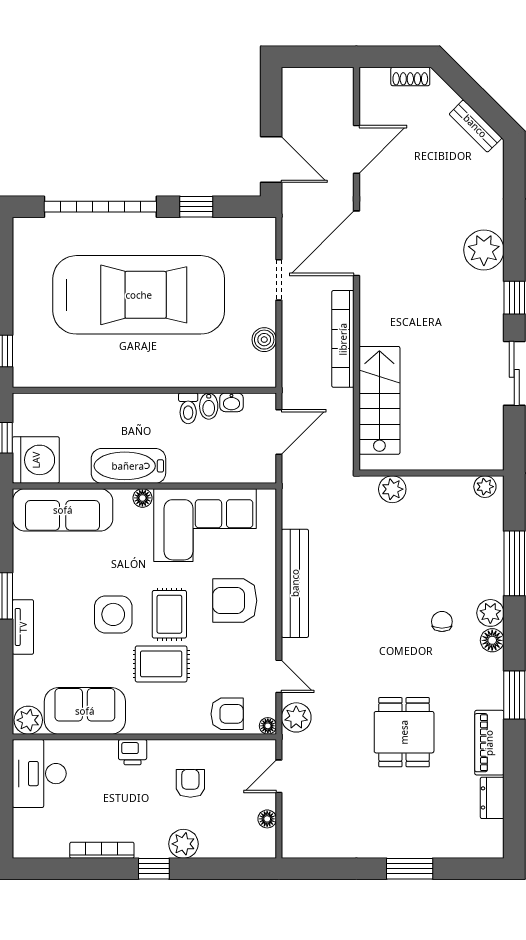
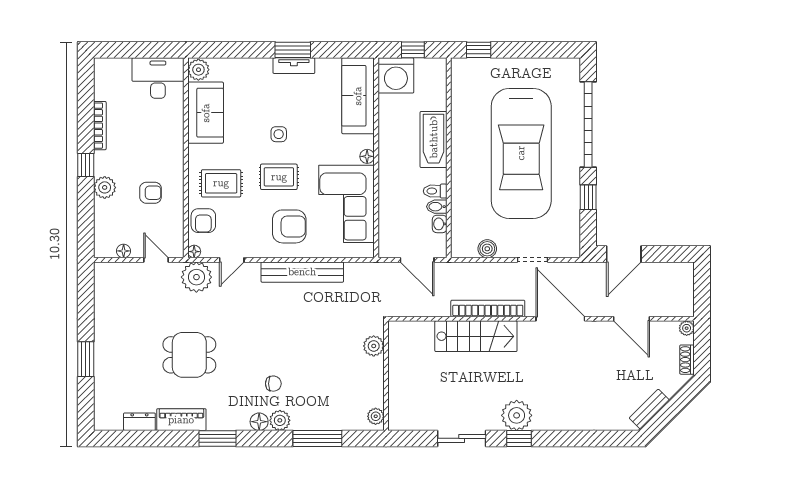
plant: (369, 77) -> (687, 328), added
plant: (484, 250) -> (517, 415), moved
stairs: (379, 400) -> (476, 336), moved
bathtub: (128, 466) -> (434, 139), moved, turned 180
armchair: (235, 601) -> (289, 226), turned 90
side table: (113, 614) -> (279, 134), width x0.54, depth x0.54
tv unit: (23, 627) -> (294, 66), moved
rug: (161, 664) -> (221, 183), moved, turned 90
plant: (296, 717) -> (196, 277), width x1.36, depth x1.36
printer: (133, 752) -> (174, 149), removed

